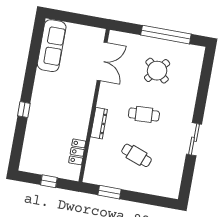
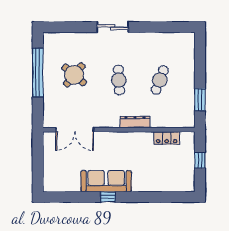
sofa: (52, 46) -> (106, 181), moved
double door: (102, 61) -> (75, 130), swing flipped
window: (24, 110) -> (108, 197), moved
sliding door: (194, 139) -> (113, 27), moved

